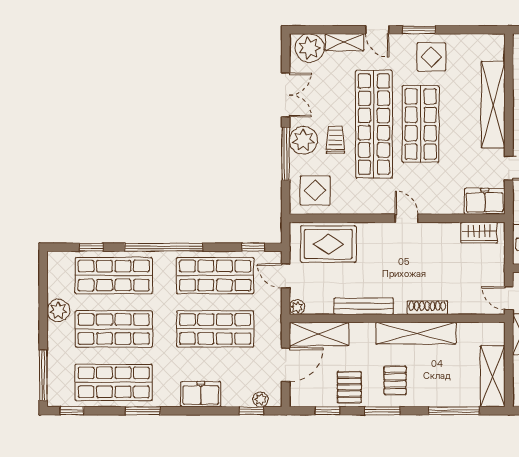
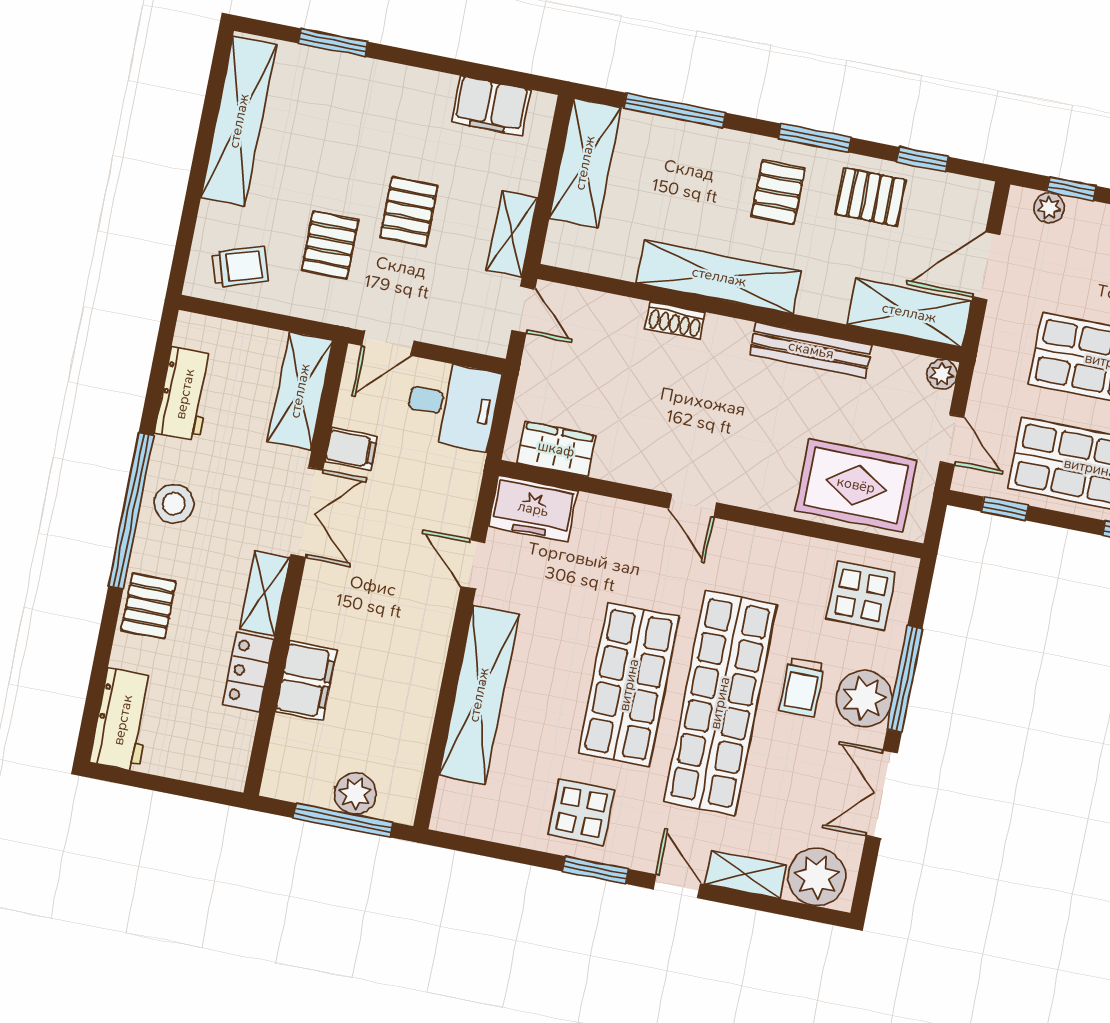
shoe rack: (427, 308) -> (675, 320), width x0.70
pallet: (349, 387) -> (871, 197), turned 90

